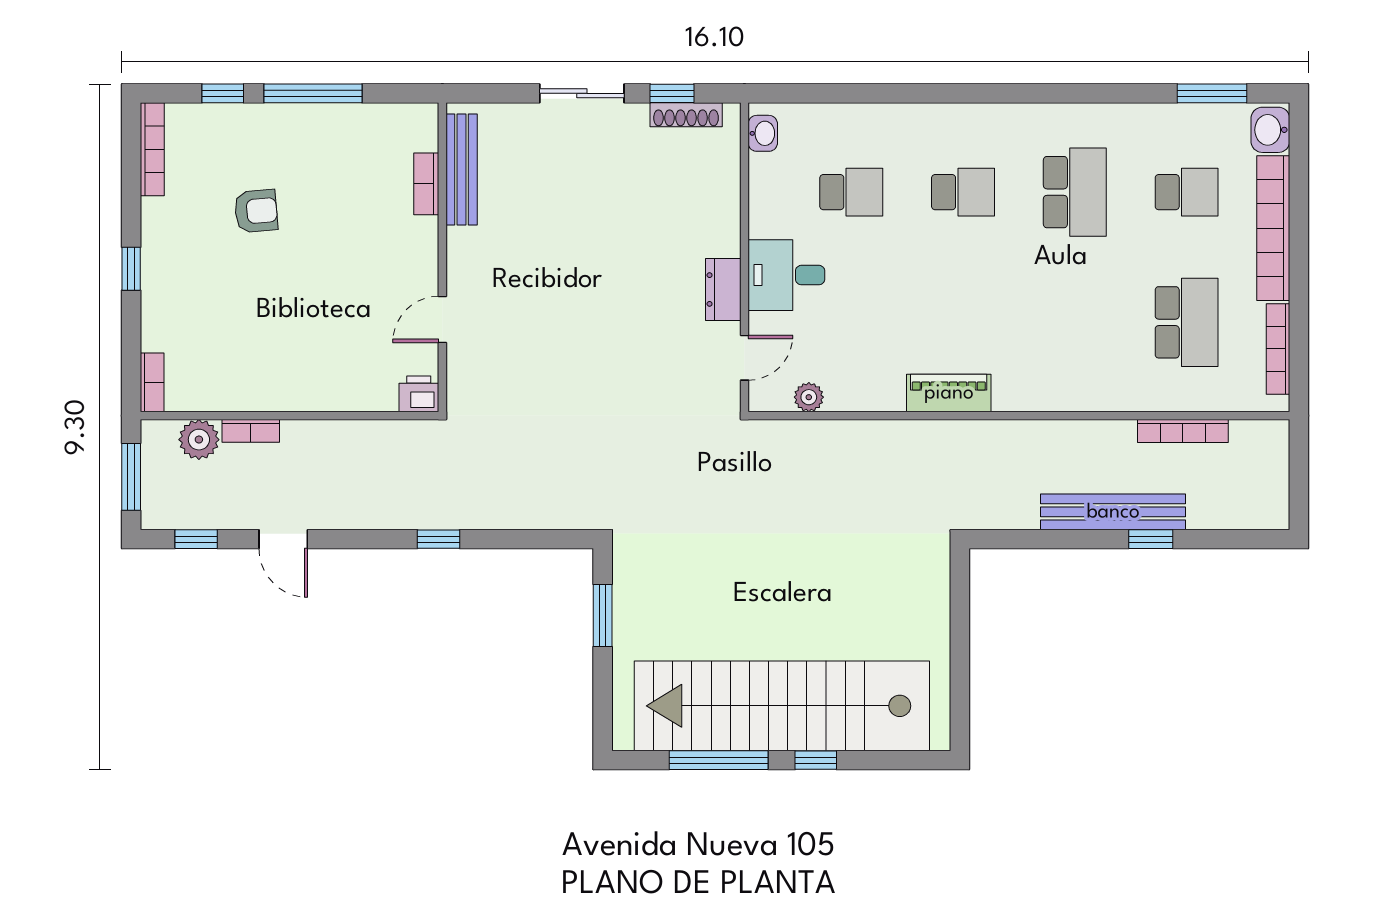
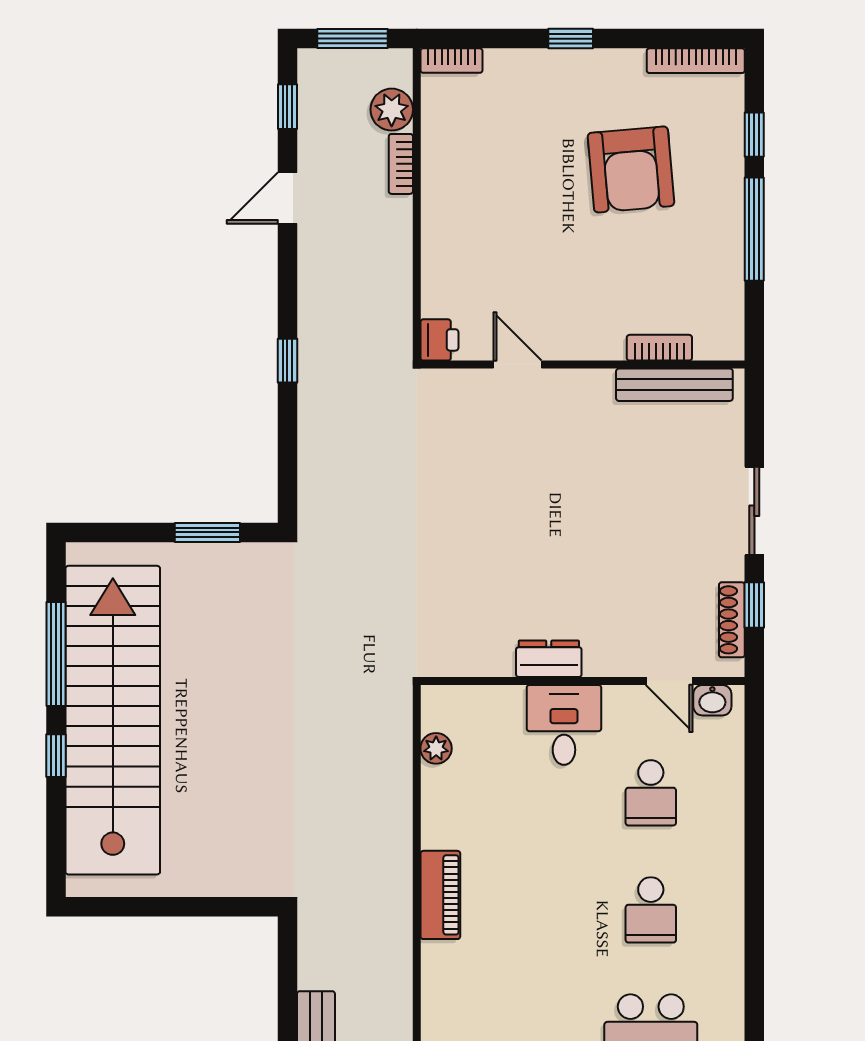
armchair: (256, 211) -> (631, 169), width x1.88, depth x1.88
door: (744, 358) -> (669, 681), moved

